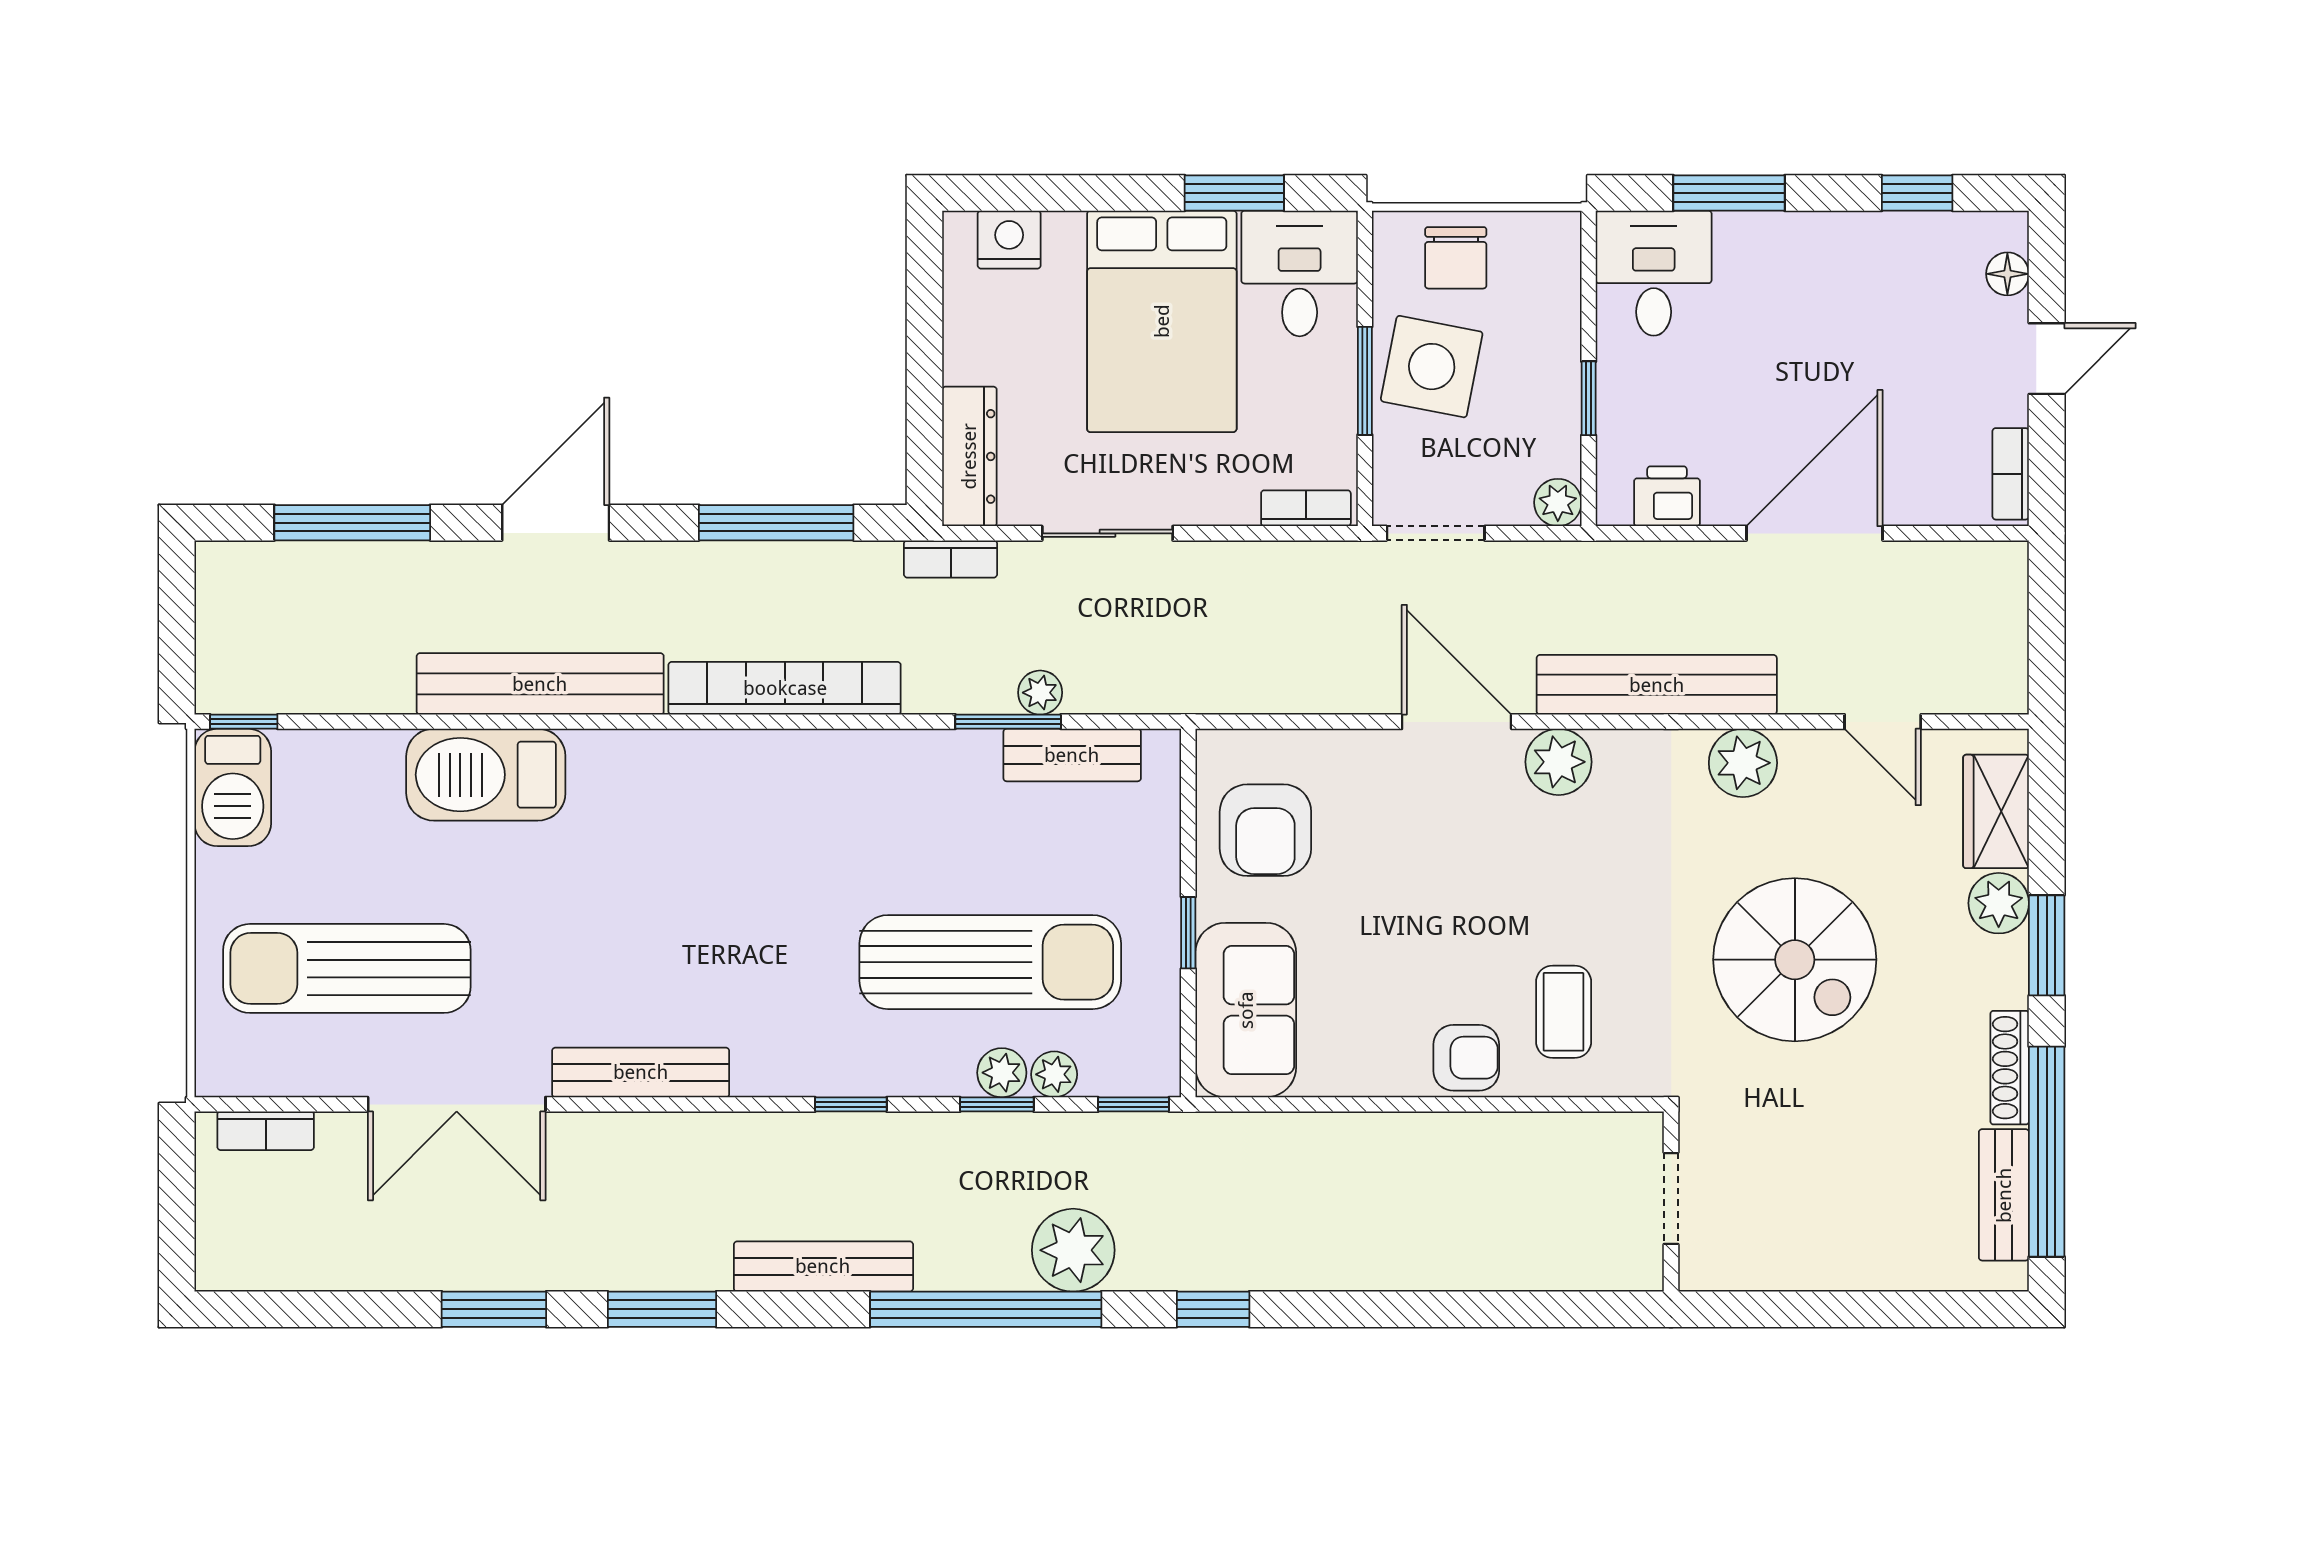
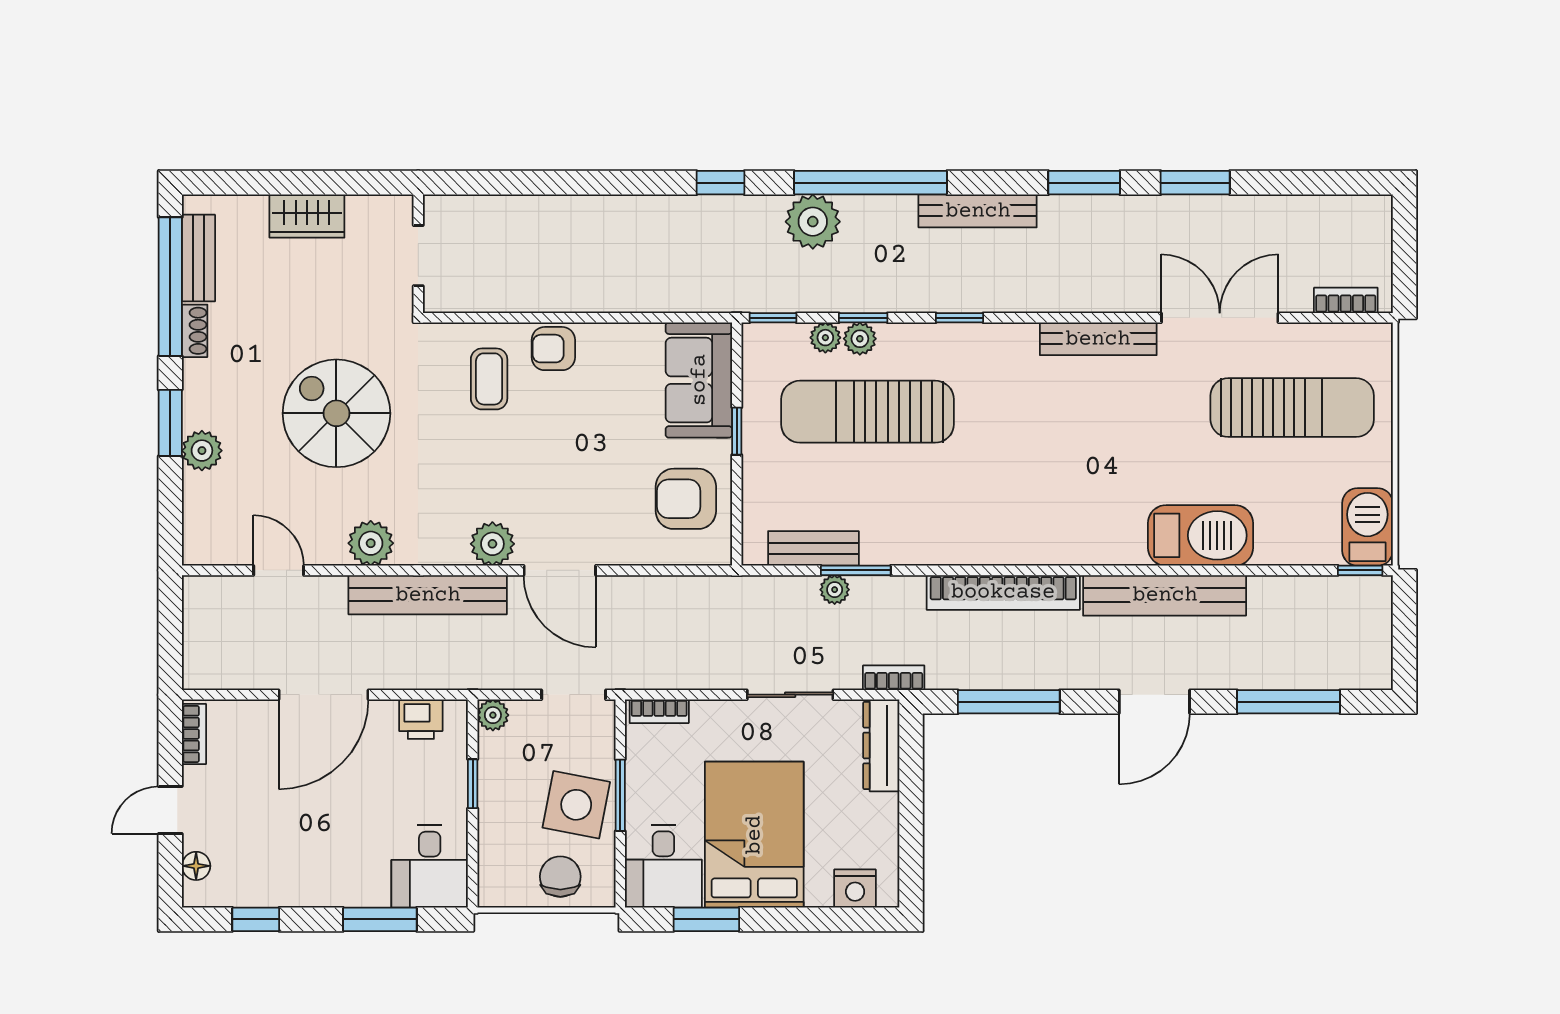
wardrobe: (1996, 811) -> (307, 216), moved, turned 90
armchair: (1265, 830) -> (686, 499), turned -90
shoe rack: (2010, 1068) -> (195, 331), width x0.70

